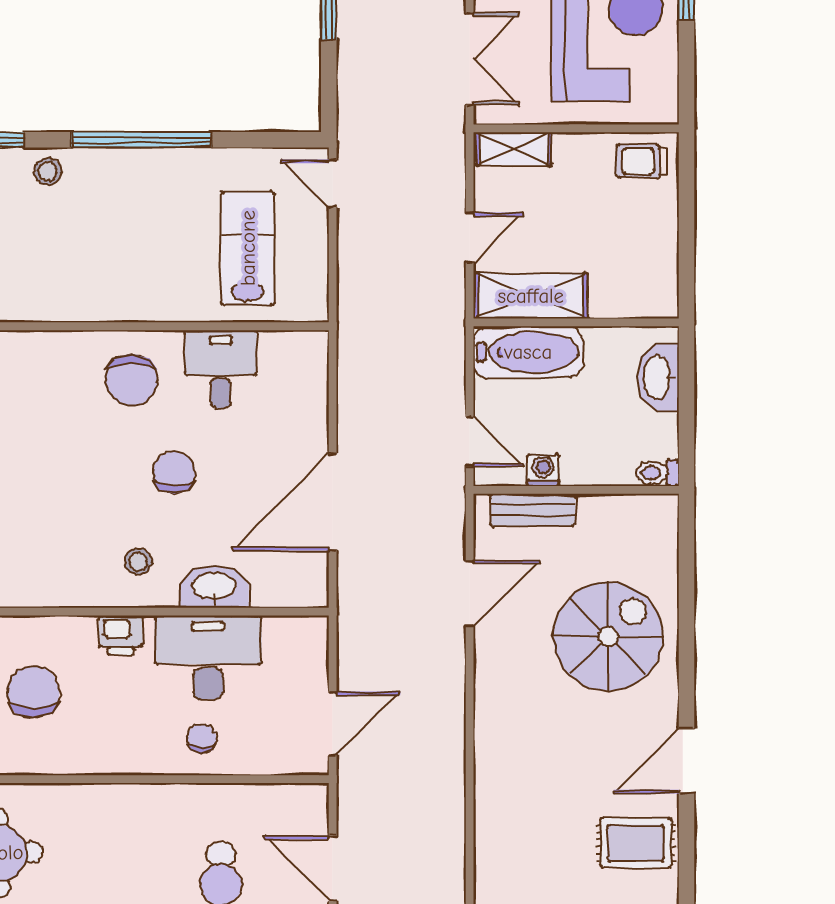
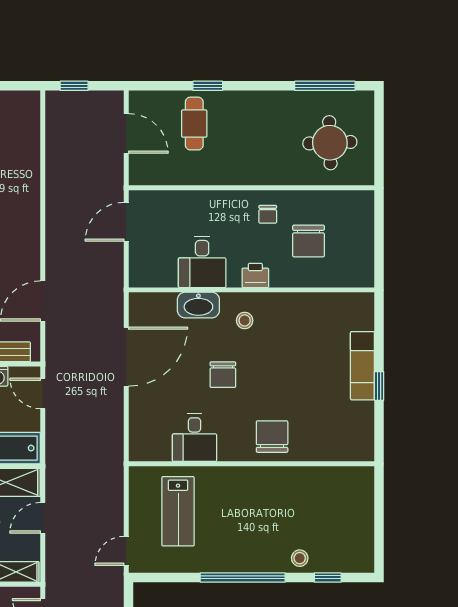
door: (333, 183) -> (126, 551), swing flipped
chair: (131, 380) -> (272, 437), moved
desk: (208, 657) -> (202, 262), width x0.73
chair: (202, 738) -> (268, 214), moved

